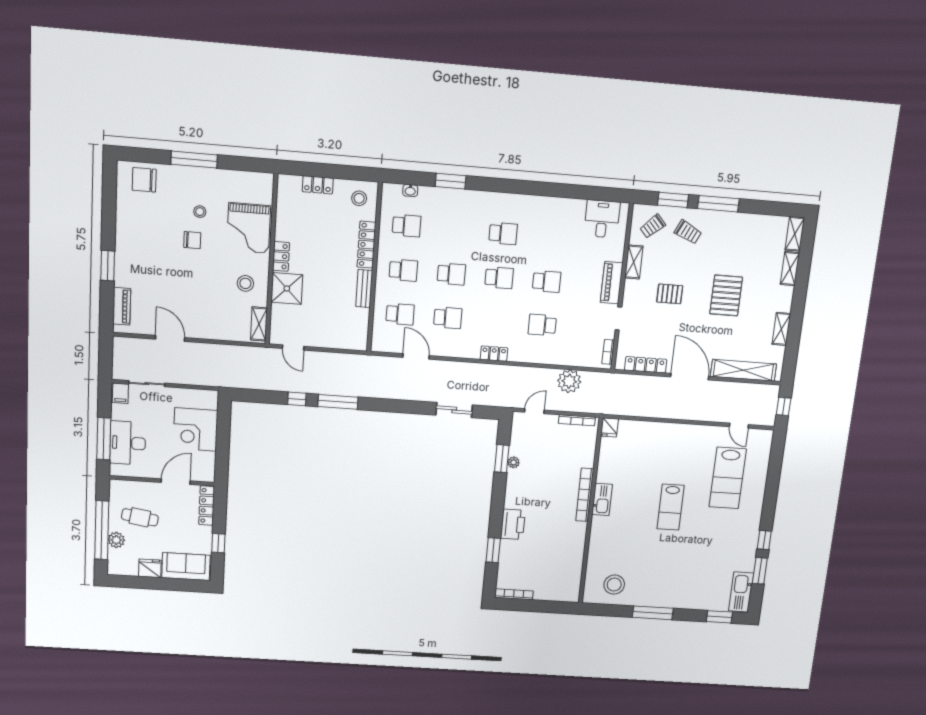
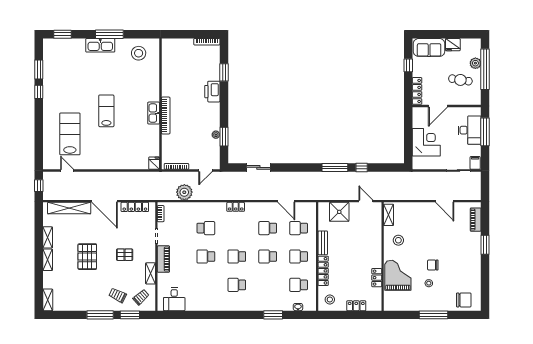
locker: (281, 256) -> (377, 278), moved
shelving: (790, 269) -> (48, 260), moved
shower: (287, 288) -> (339, 212), moved
kitchen sink: (741, 592) -> (100, 45), moved, turned 90

